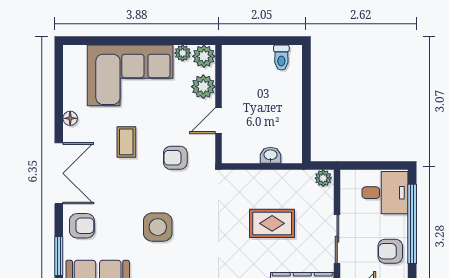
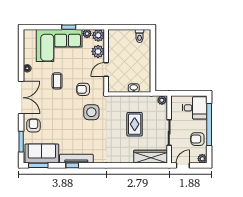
window: (148, 41) -> (69, 27), added
rug: (272, 223) -> (135, 124), turned 90
armchair: (82, 226) -> (33, 125), turned -90
side table: (158, 227) -> (91, 112), moved

